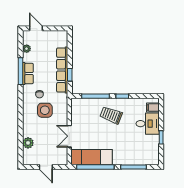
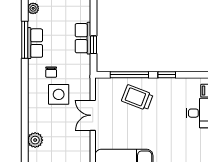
row of seats: (62, 70) -> (83, 38), width x0.50
trolley: (111, 115) -> (137, 98), moved
double door: (69, 136) -> (93, 115), moved

